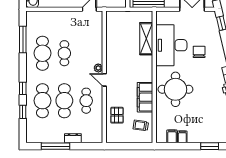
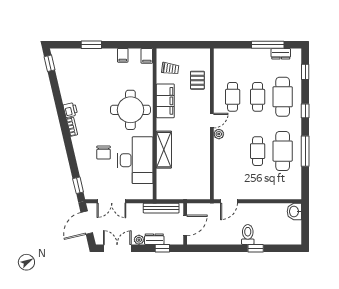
window: (23, 39) -> (305, 151), moved
shelving: (146, 39) -> (164, 150), moved
door: (104, 80) -> (212, 121), hinge flipped
cafe table: (64, 101) -> (258, 97), width x0.73, depth x0.74
window: (23, 112) -> (305, 72), moved
filing cabinet: (172, 136) -> (147, 56), moved
dresser: (73, 138) -> (281, 54), moved

